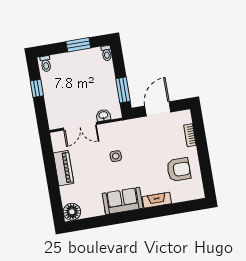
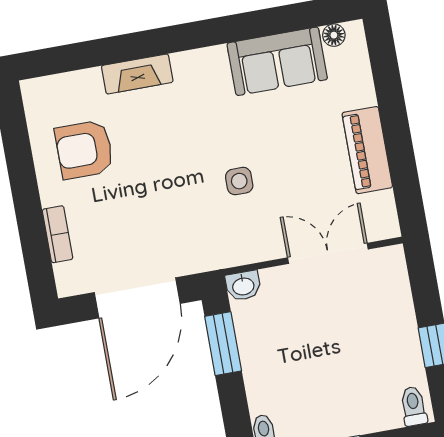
door: (158, 109) -> (137, 298), width x1.36
washbasin: (103, 115) -> (243, 286), moved
sofa: (123, 201) -> (277, 61), moved
floor lamp: (72, 212) -> (334, 35), width x0.53, depth x0.53

